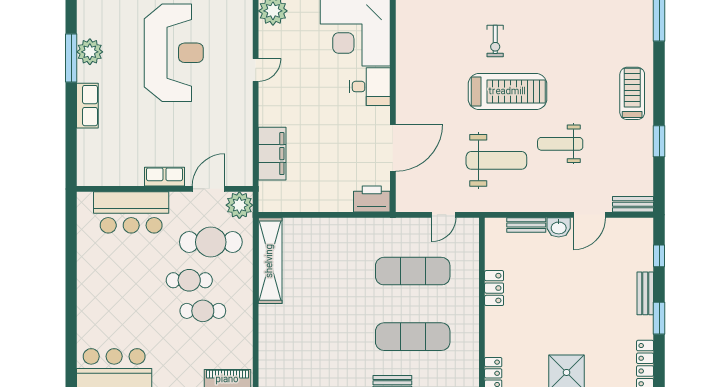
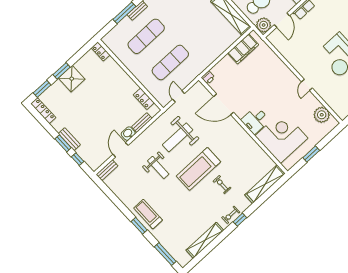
treadmill: (632, 93) -> (148, 214), turned 180
window: (659, 141) -> (139, 226), moved
weight bench: (560, 144) -> (158, 167), turned 90
door: (393, 148) -> (224, 104), hinge flipped
filing cabinet: (272, 154) -> (243, 49), moved, turned -90
printer: (372, 199) -> (208, 78), width x0.53, depth x0.68
locker: (494, 288) -> (144, 99), moved
window: (659, 318) -> (63, 143), moved

